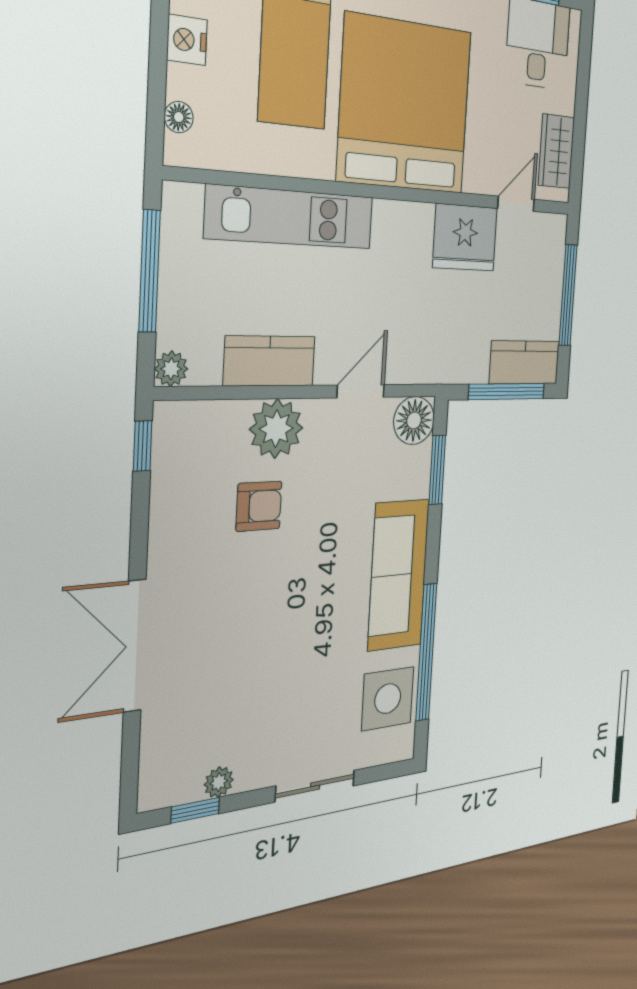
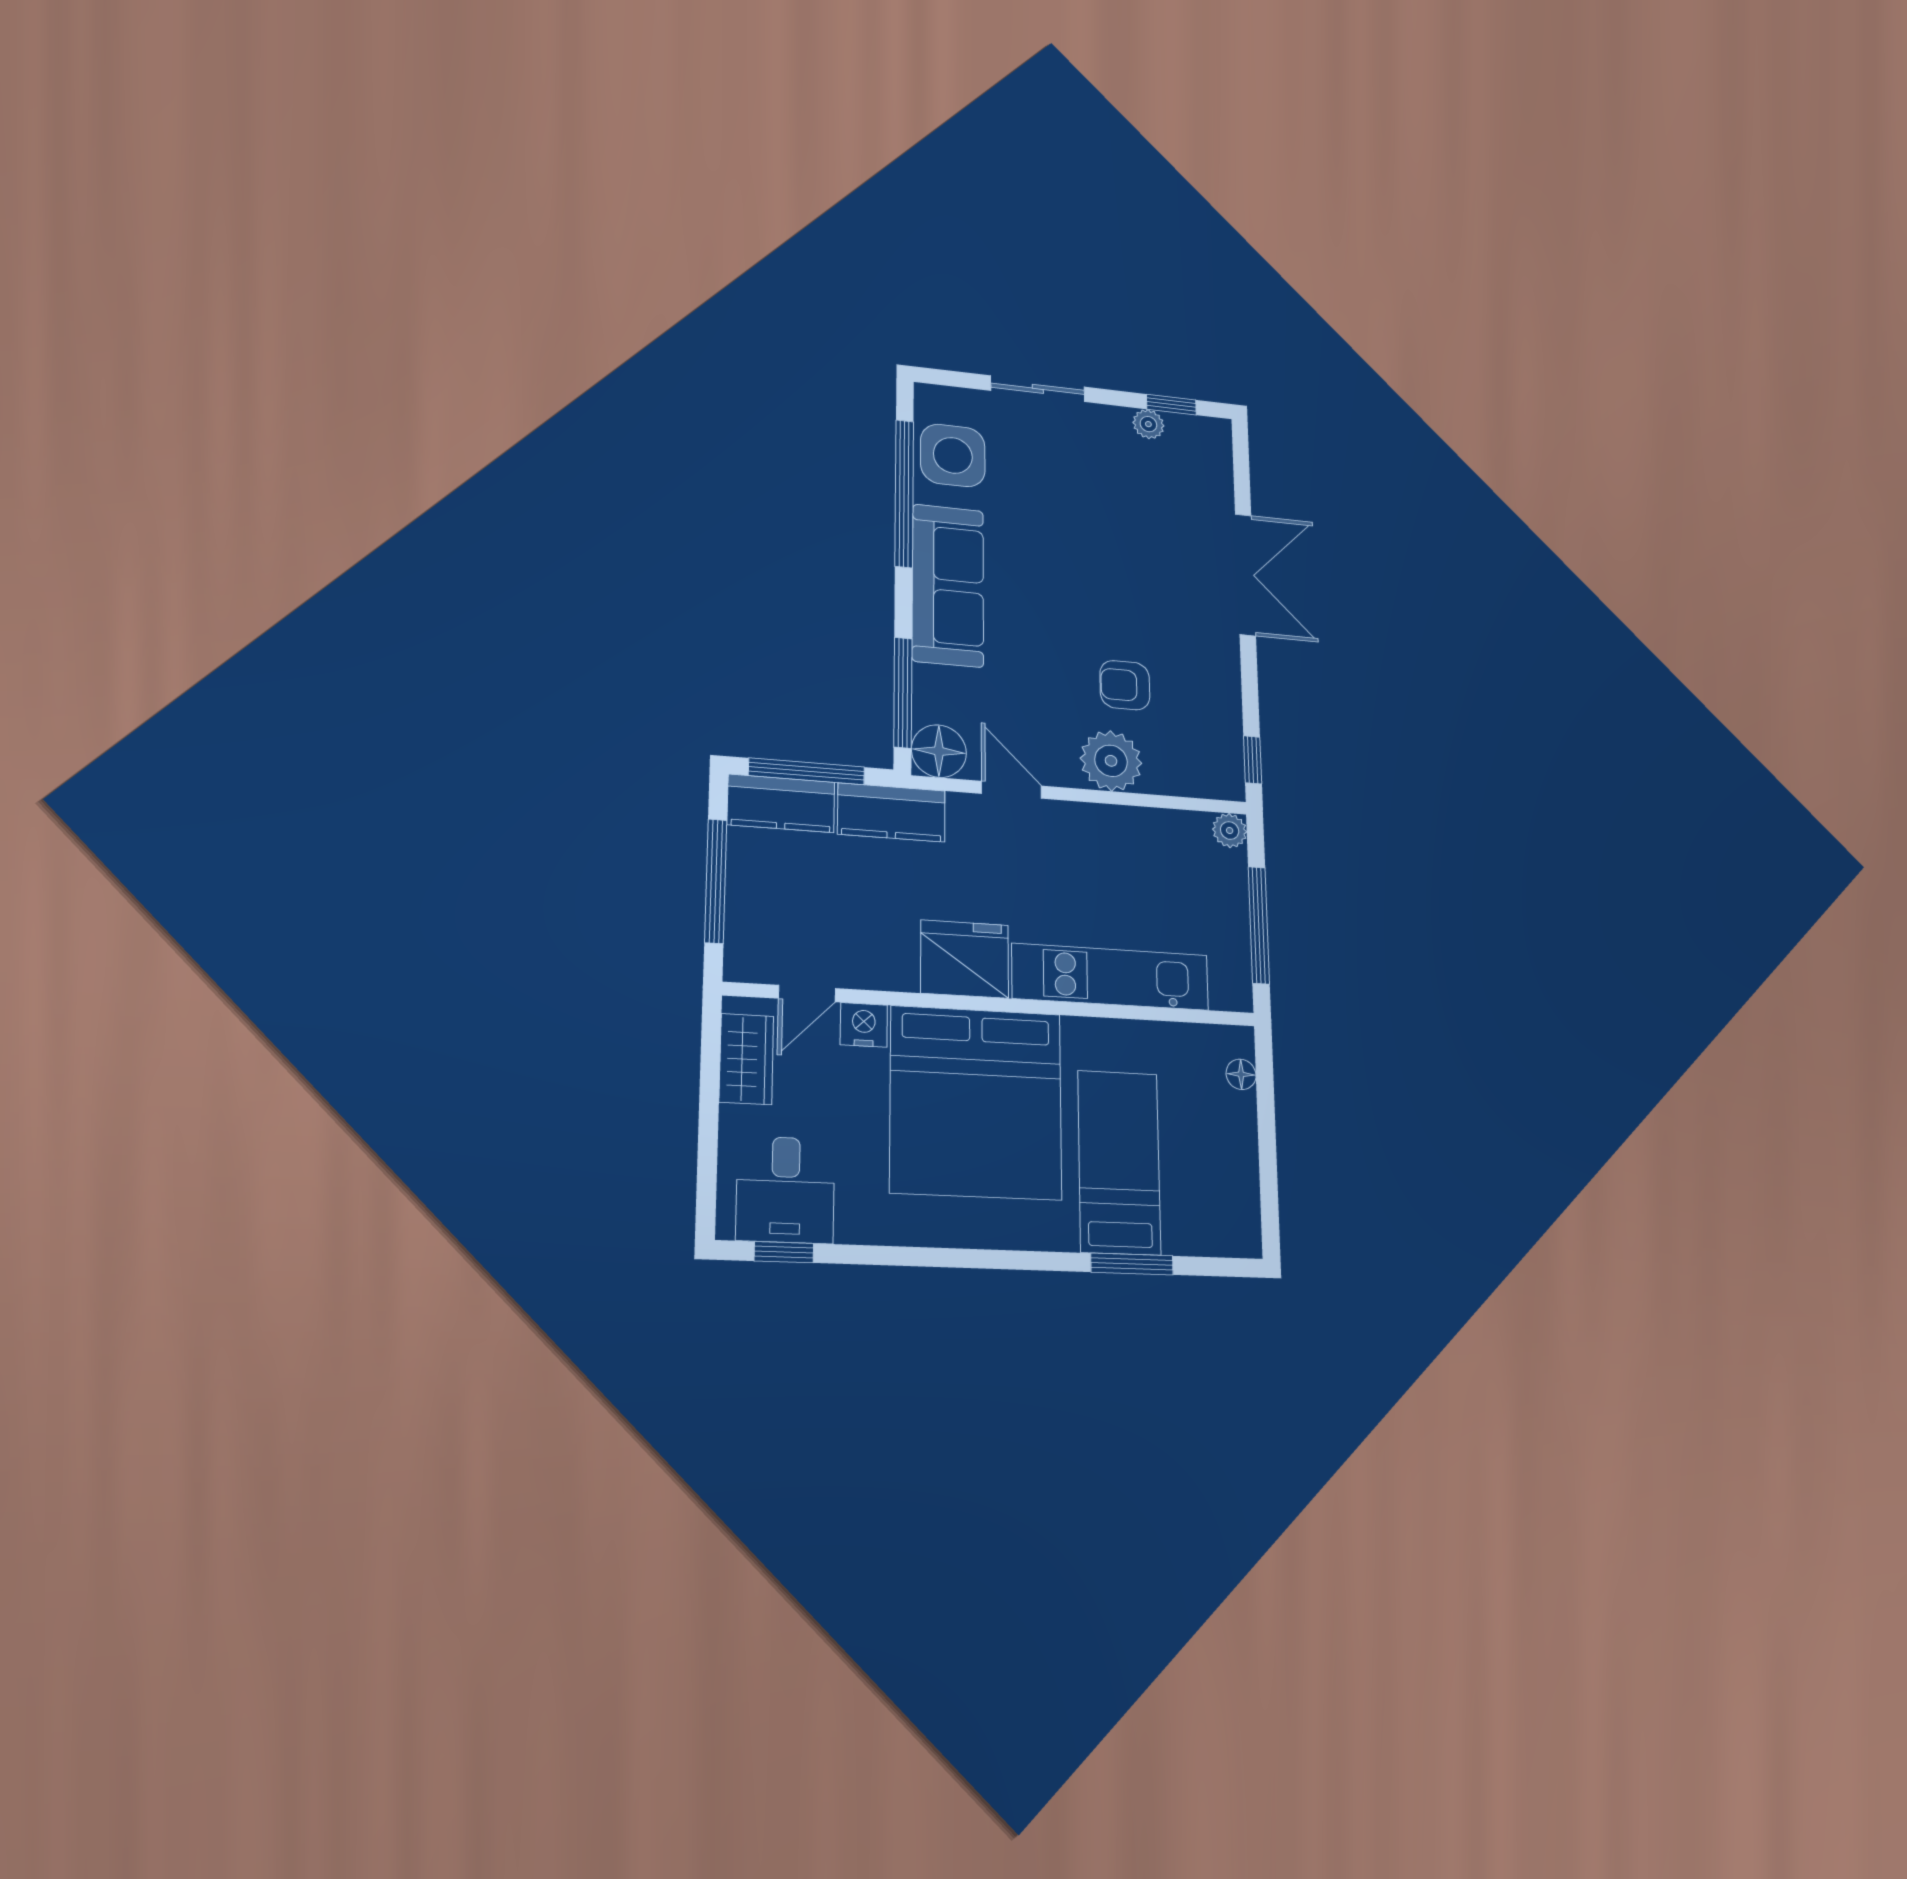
nightstand: (187, 40) -> (864, 1025), moved, turned -90
fridge: (465, 238) -> (965, 959), moved
kitchen counter: (270, 361) -> (891, 812), moved
door: (361, 391) -> (1012, 790), swing flipped
window: (437, 470) -> (903, 693), width x1.44

